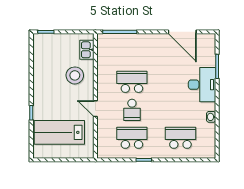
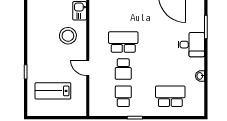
desk: (202, 85) -> (191, 45), width x0.73
lab bench: (59, 132) -> (53, 91), width x0.73, depth x0.72
school desk: (132, 138) -> (123, 96), width x0.54

